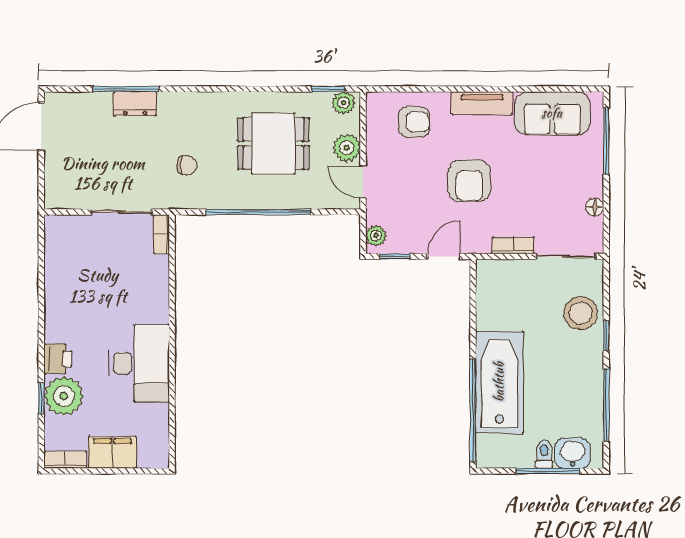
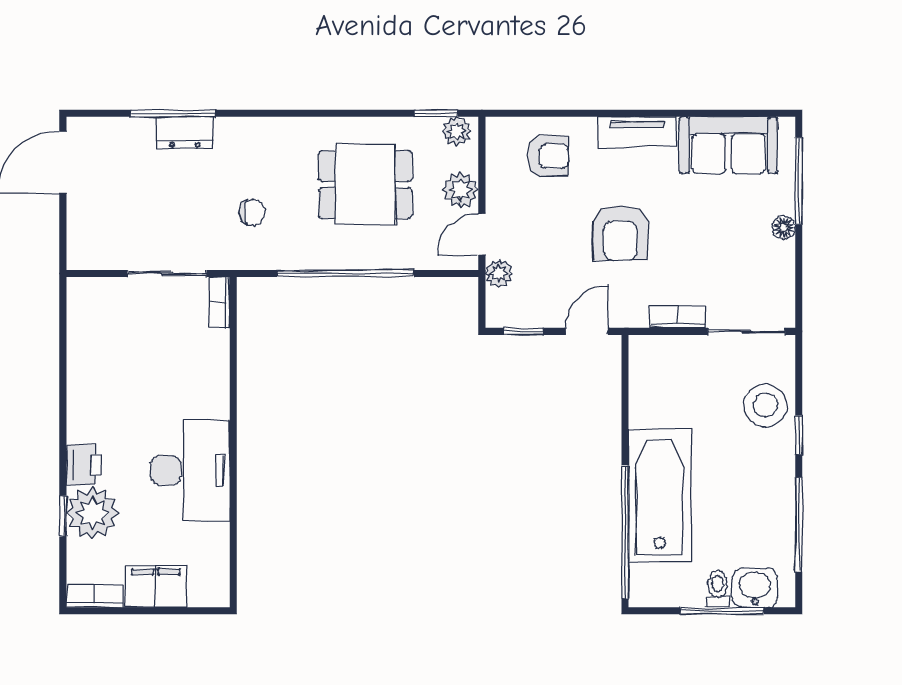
door: (363, 182) -> (482, 234), hinge flipped
floor lamp: (595, 207) -> (784, 227), moved
plant: (376, 236) -> (499, 273), moved

